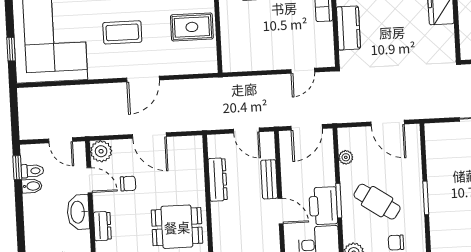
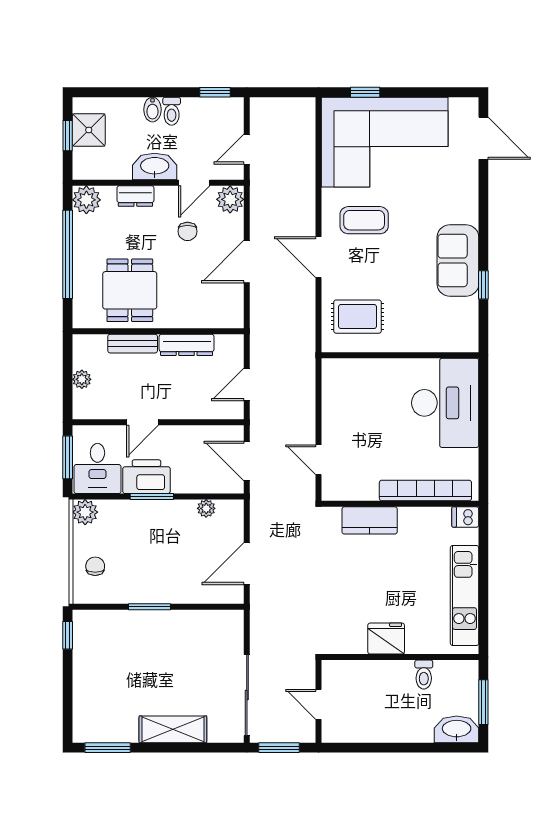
rug: (192, 27) -> (357, 317), moved, turned 90
coffee table: (122, 32) -> (364, 220), moved, turned 90
toilet: (32, 171) -> (172, 111), moved
bench: (269, 179) -> (133, 344), moved
bidet: (32, 186) -> (152, 110), moved
cafe table: (377, 202) -> (148, 545), removed

